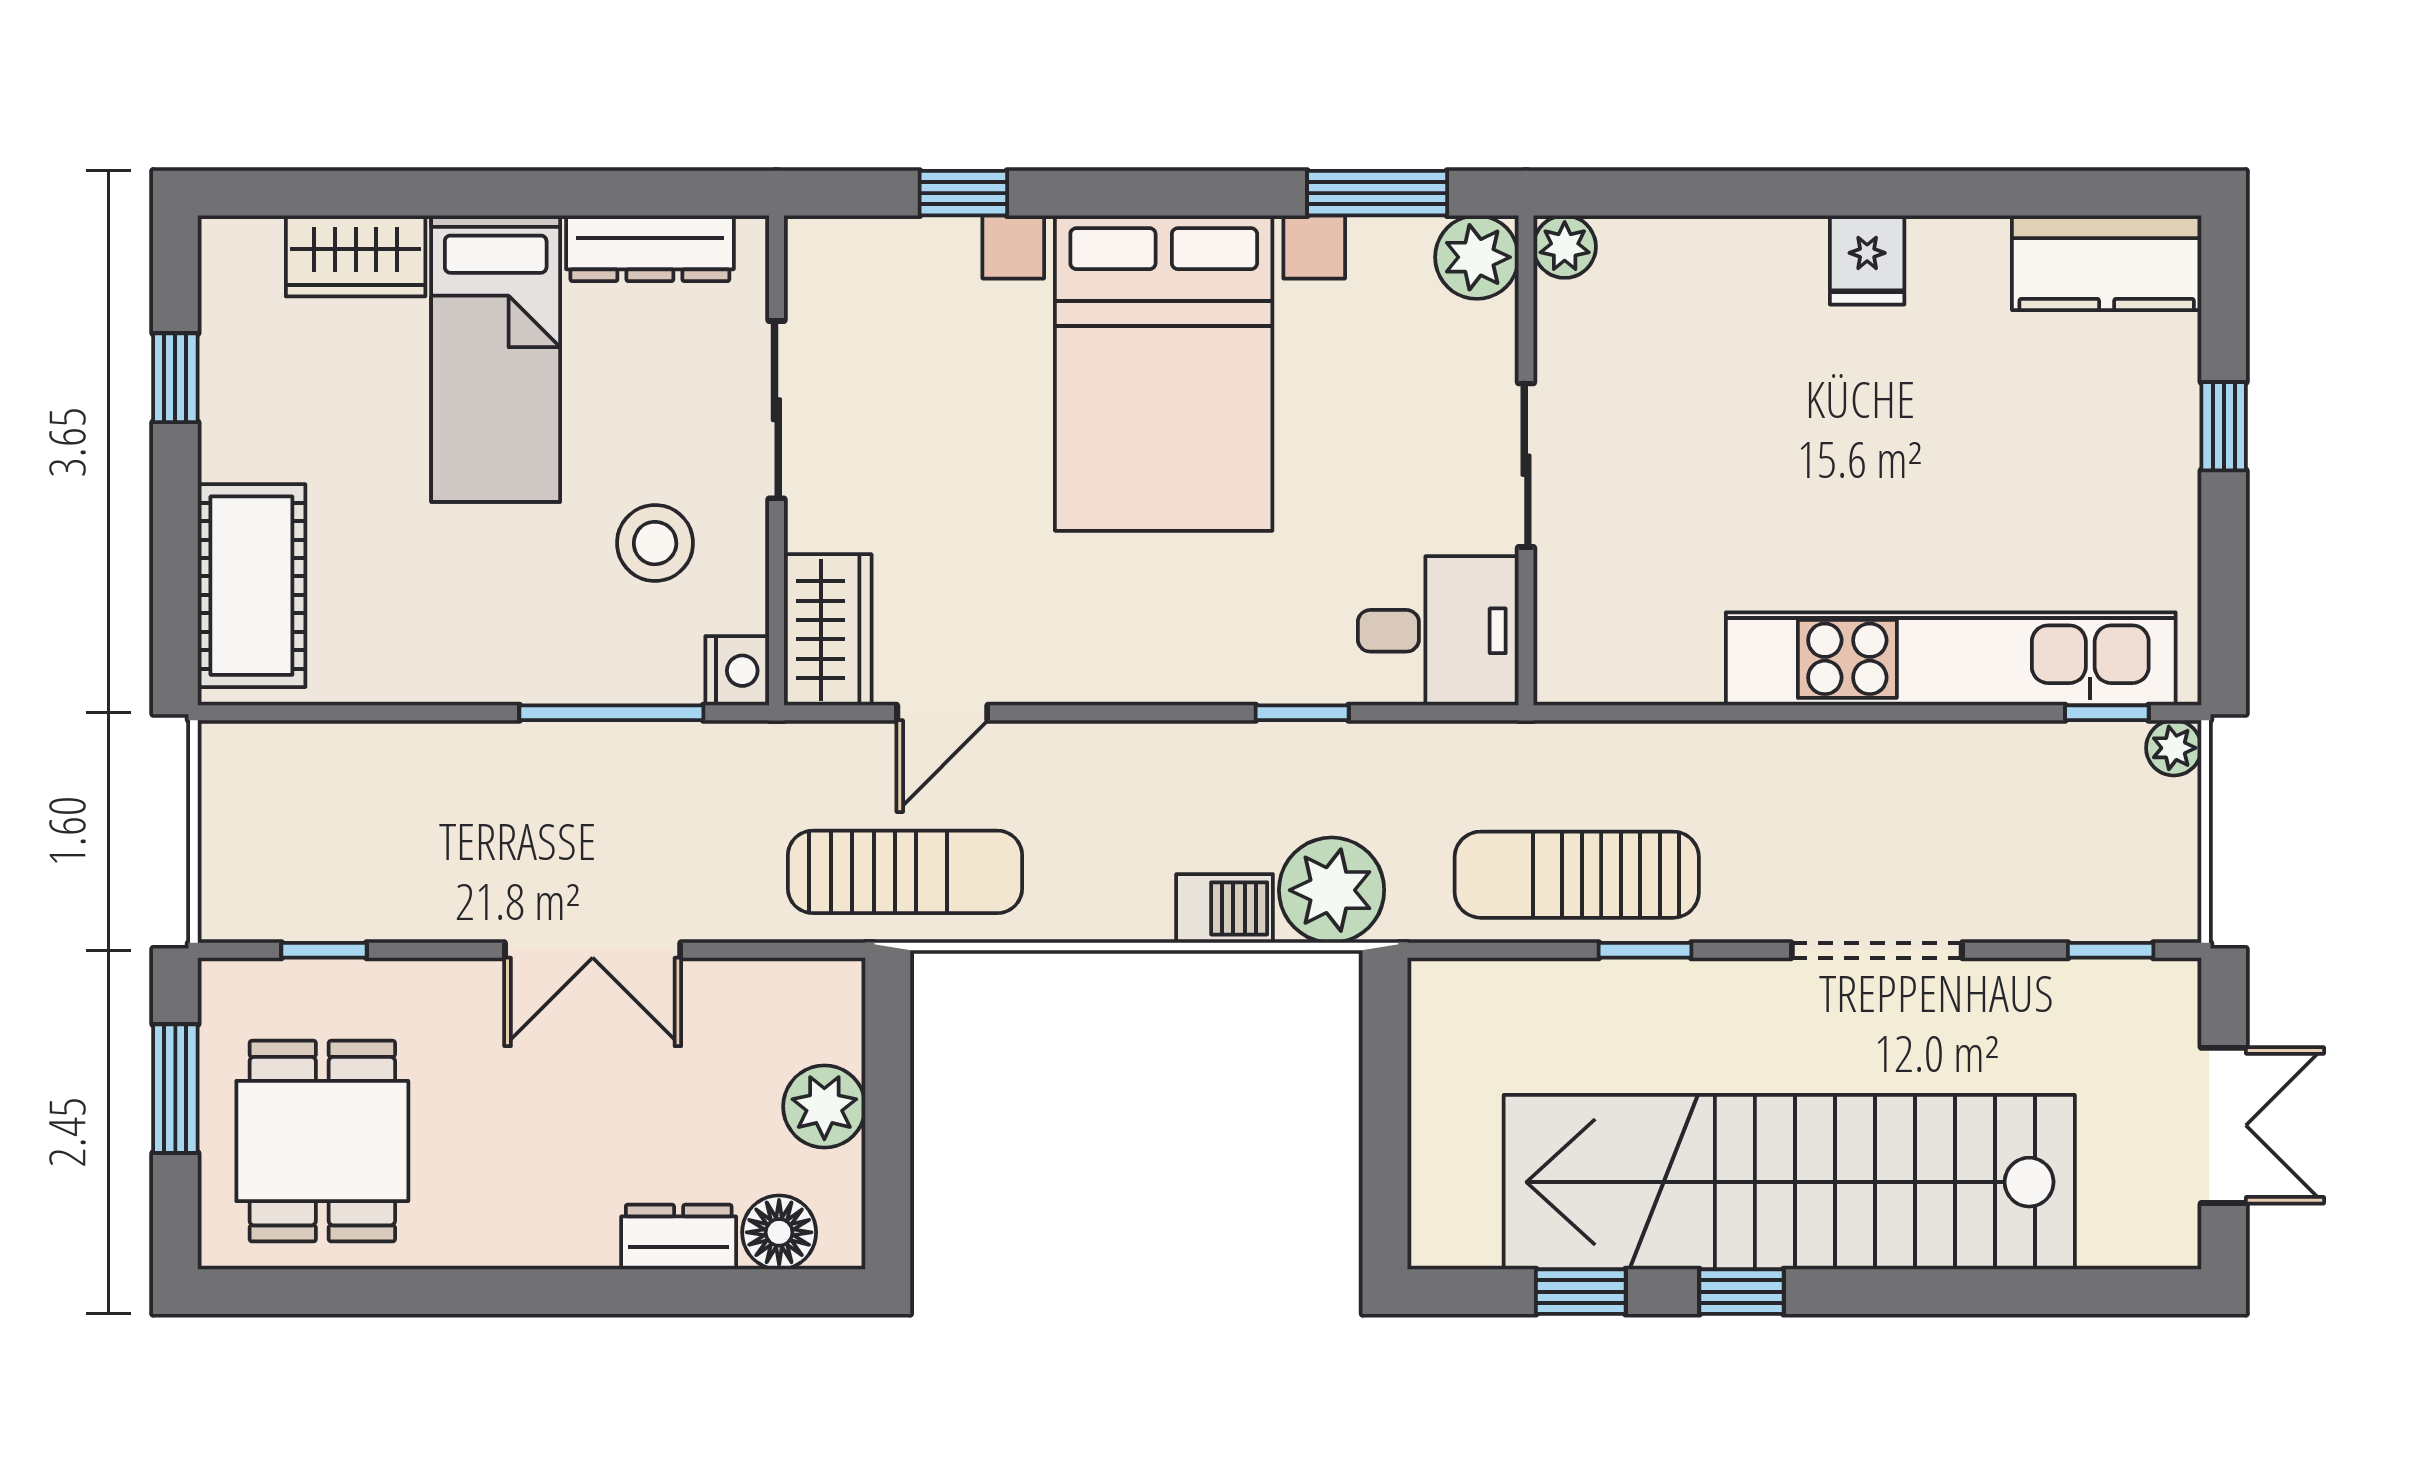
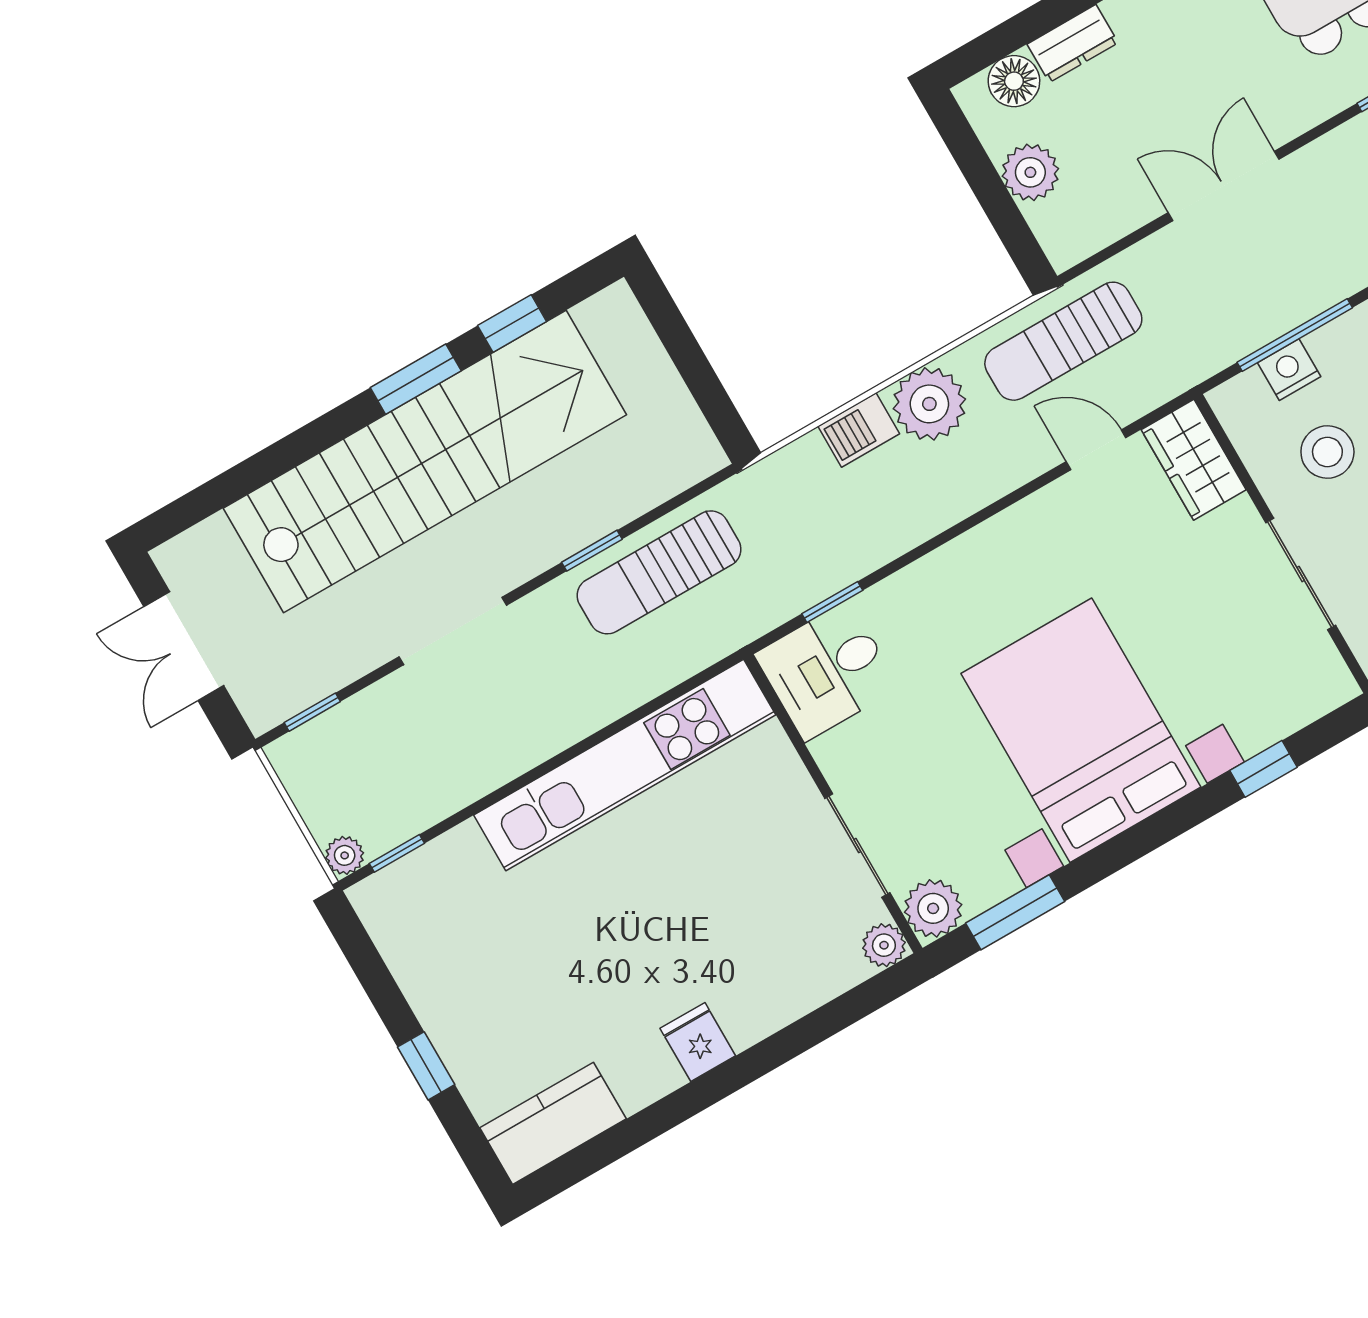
sliding door: (1526, 465) -> (857, 846), moved
kitchen unit: (1951, 659) -> (625, 765), moved
nightstand: (737, 671) -> (1289, 370), moved, turned 90
door: (942, 713) -> (1096, 450), hinge flipped
window: (1302, 713) -> (832, 602), moved
sun lounger: (1577, 875) -> (659, 572), turned 180
plant: (1332, 890) -> (929, 404), moved
window: (1741, 1292) -> (416, 379), width x1.50

